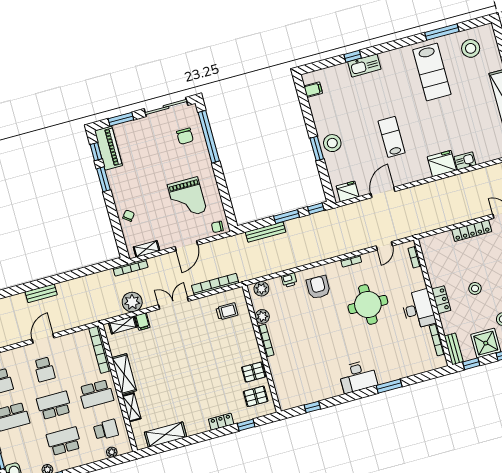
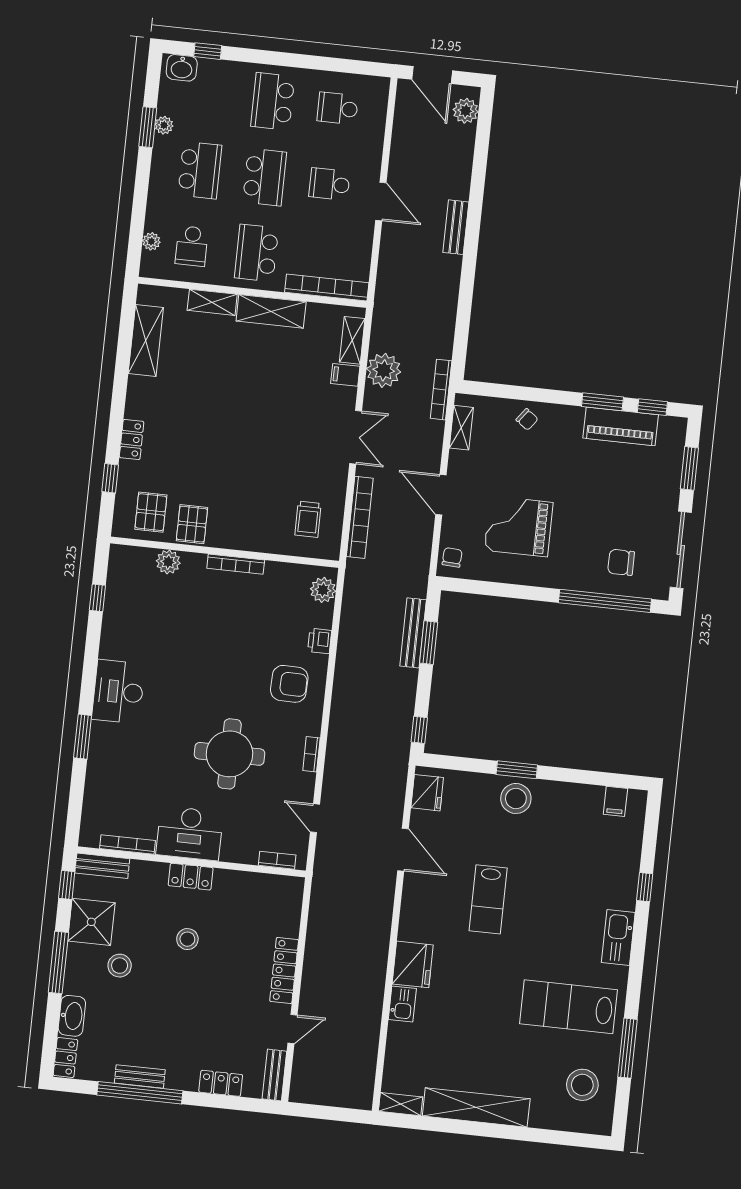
kitchen sink: (364, 65) -> (618, 937), moved
lab bench: (392, 137) -> (488, 899), turned 90
piano: (108, 148) -> (621, 426), moved
window: (287, 217) -> (429, 643), moved
plant: (262, 316) -> (168, 562), moved

